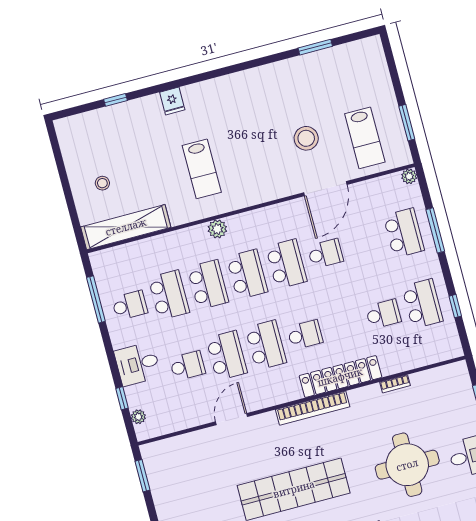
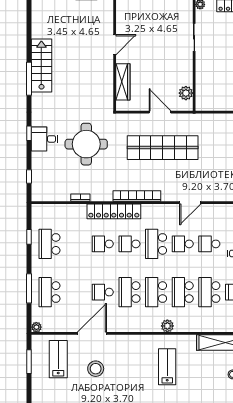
school desk: (383, 314) -> (103, 244), moved
school desk: (227, 355) -> (183, 244), width x0.54

